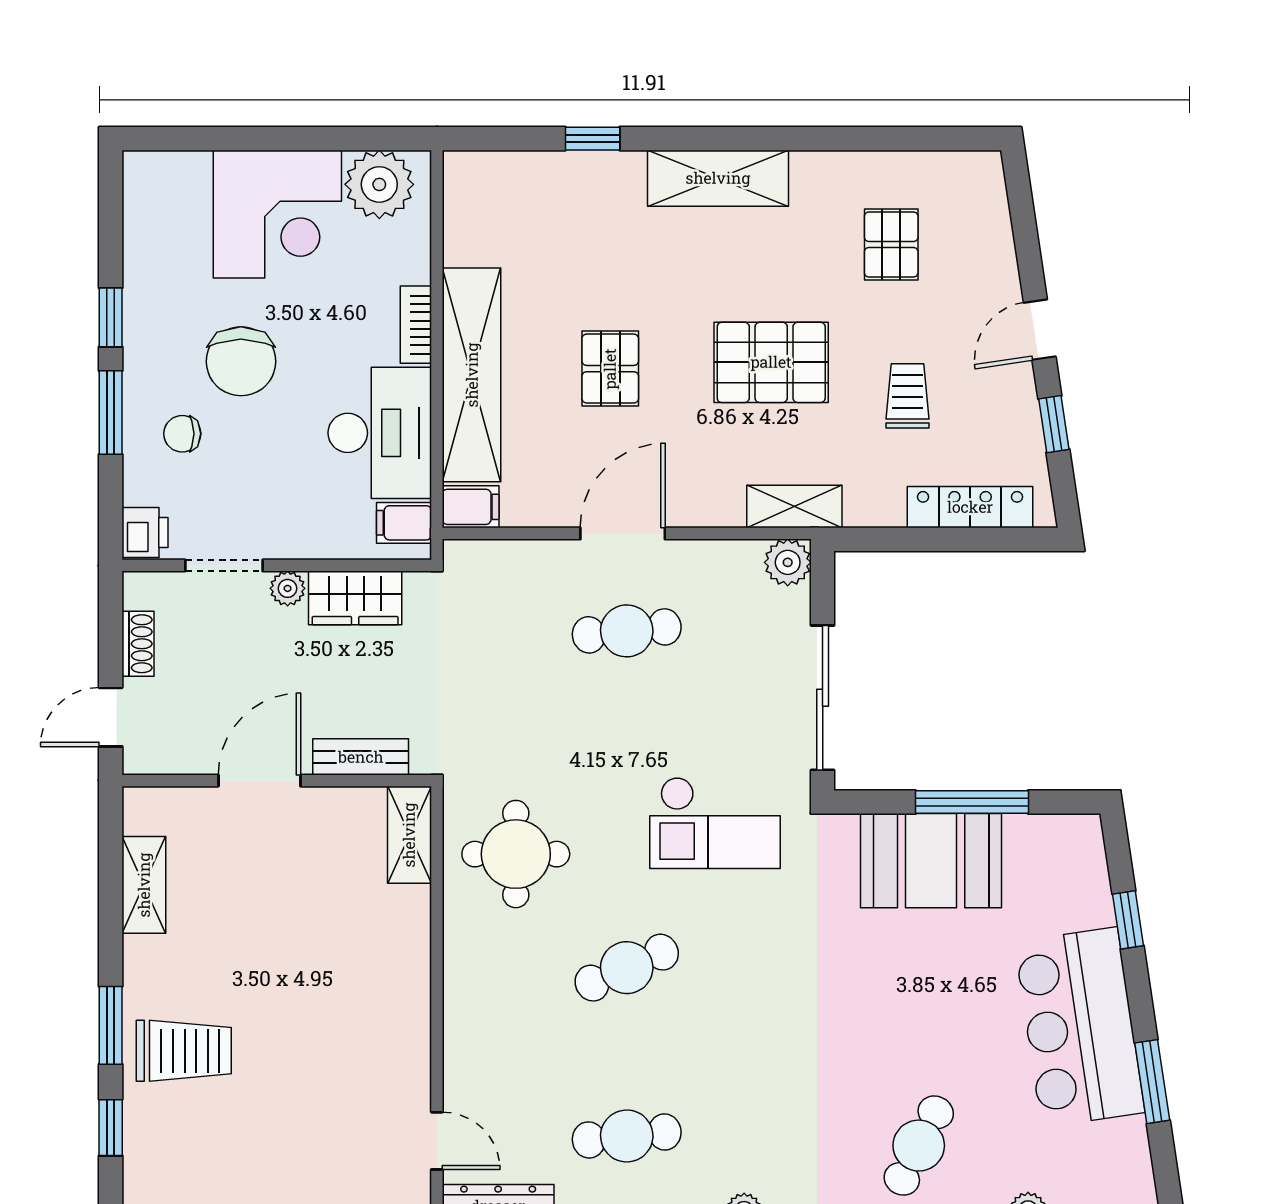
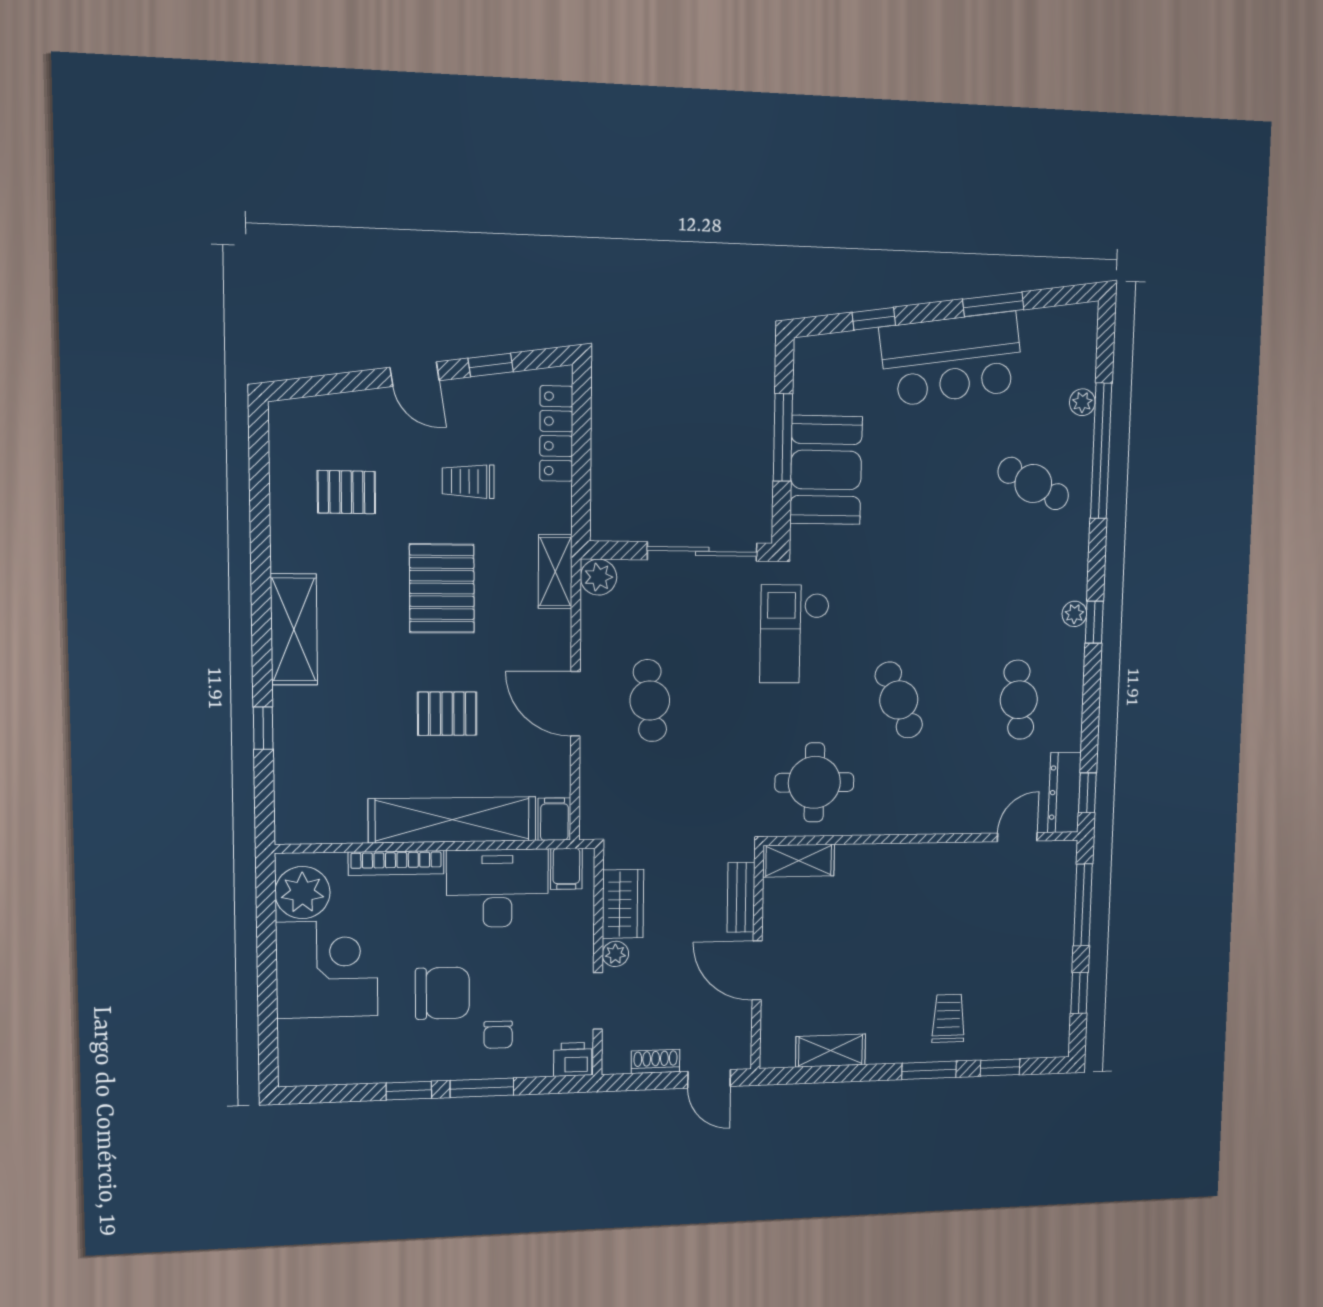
bookcase: (416, 325) -> (396, 863), width x1.56
checkout: (715, 823) -> (795, 634), turned 180
trolley: (184, 1051) -> (948, 1018), width x0.73, depth x0.72

